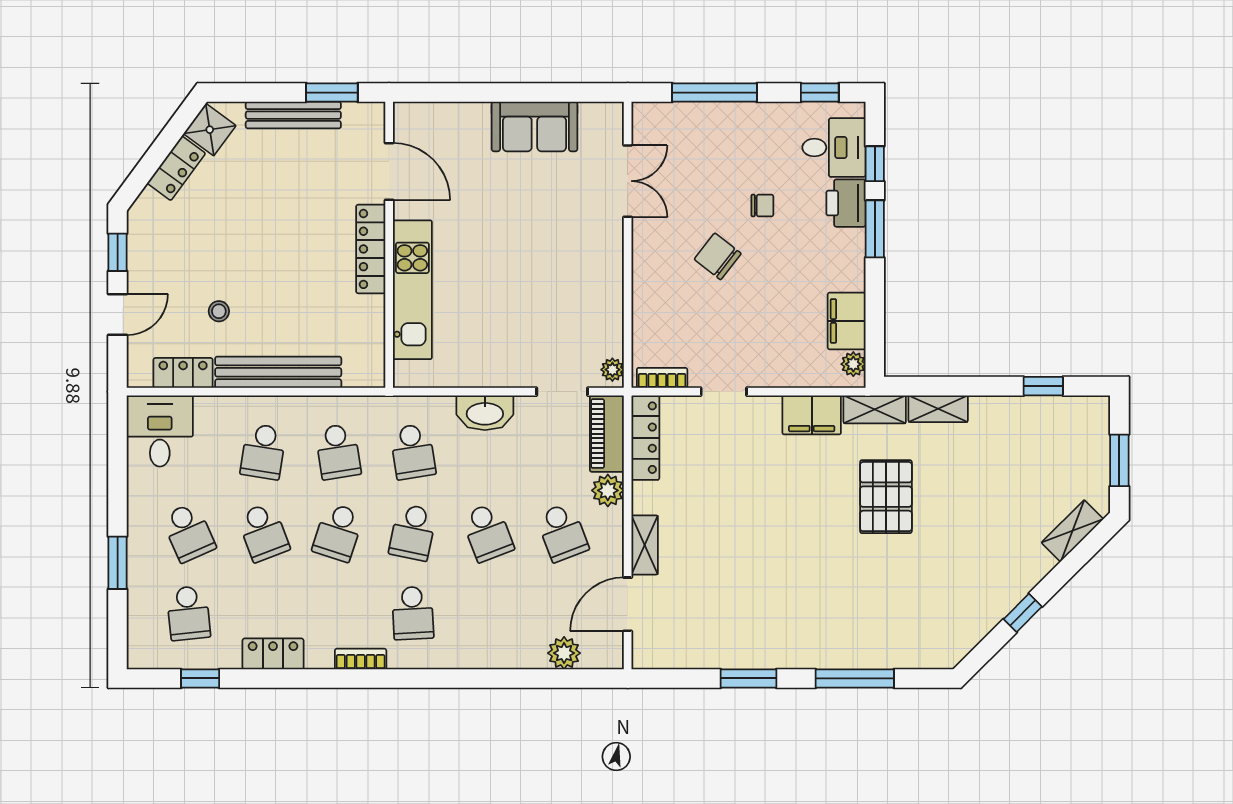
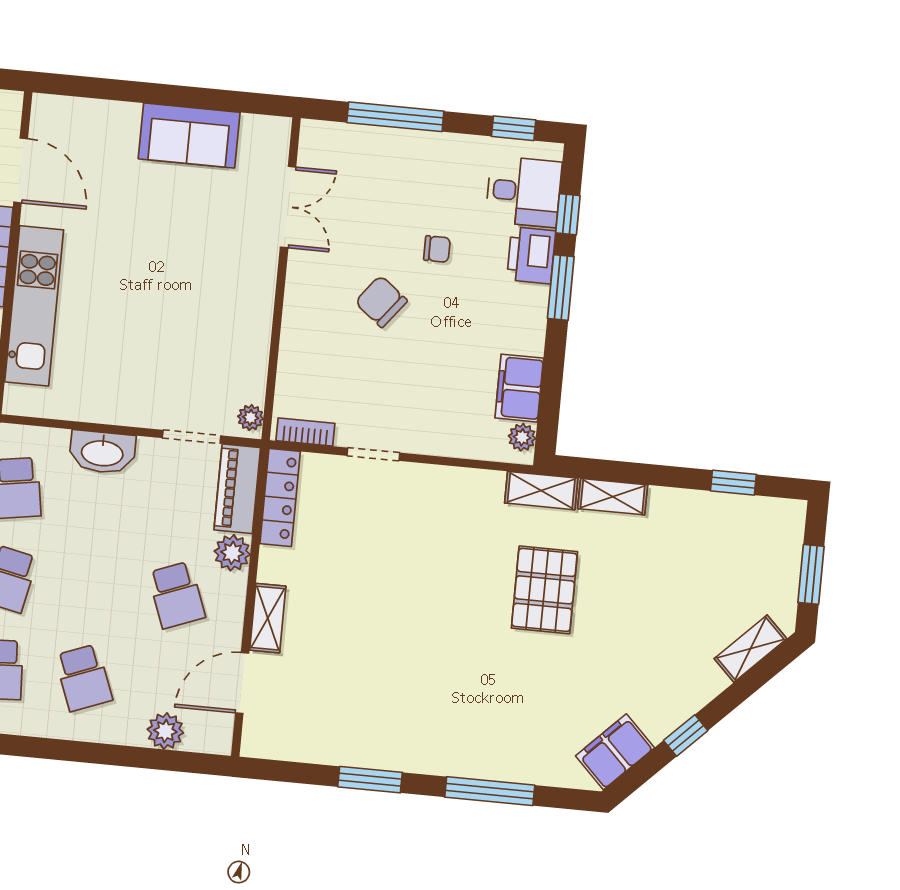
filing cabinet: (812, 415) -> (615, 752), moved, turned 135
school desk: (487, 532) -> (84, 678), moved

